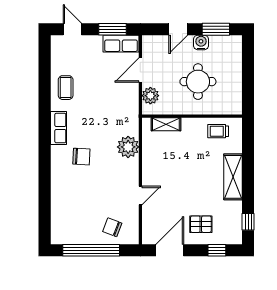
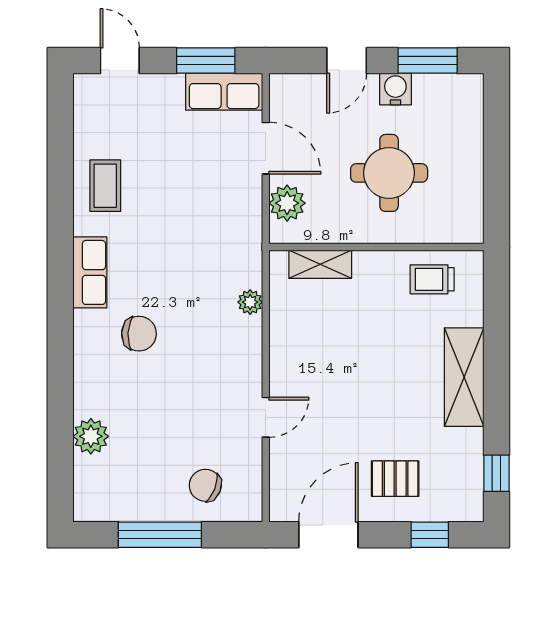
door: (140, 70) -> (266, 148), swing flipped
plant: (128, 147) -> (250, 302), width x0.53, depth x0.53
plant: (59, 204) -> (91, 436), added
window: (91, 250) -> (160, 535), width x0.68

